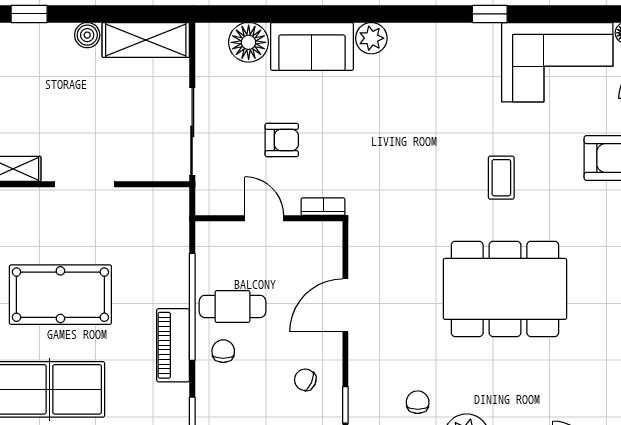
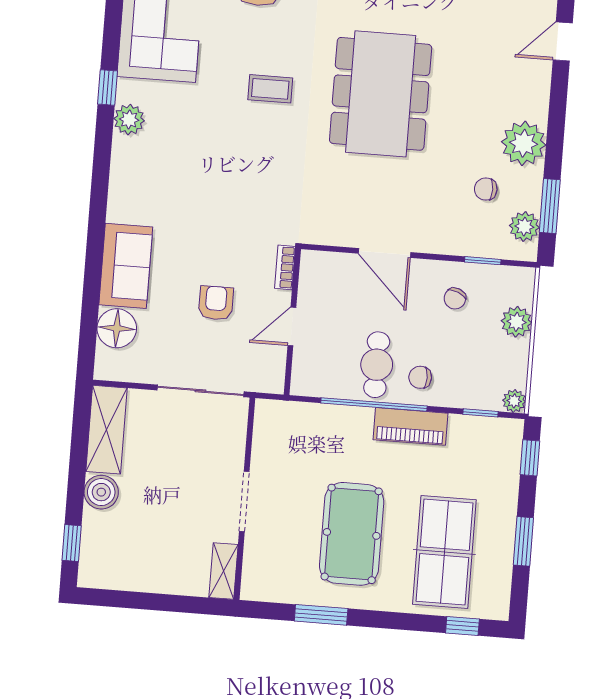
boiler: (87, 35) -> (101, 492), width x1.36, depth x1.36
plant: (371, 38) -> (129, 120), moved

